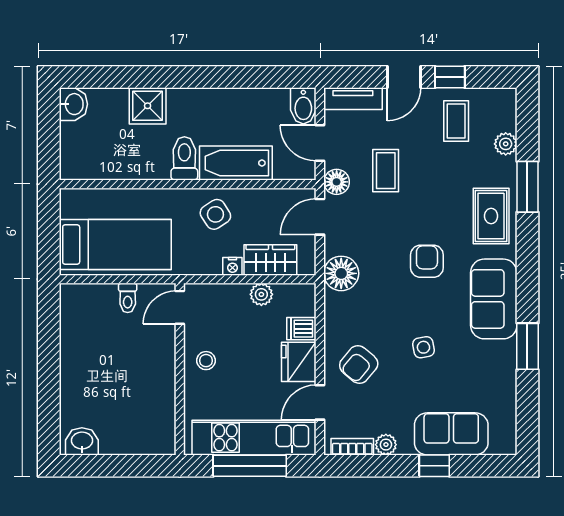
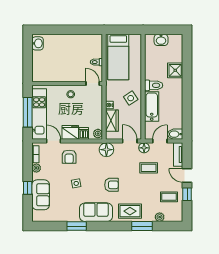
washbasin: (73, 104) -> (161, 40), moved
plant: (261, 294) -> (98, 134), moved
armchair: (359, 365) -> (69, 157), turned -130

